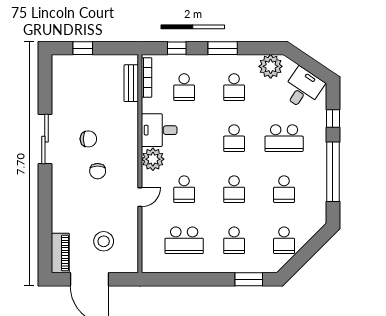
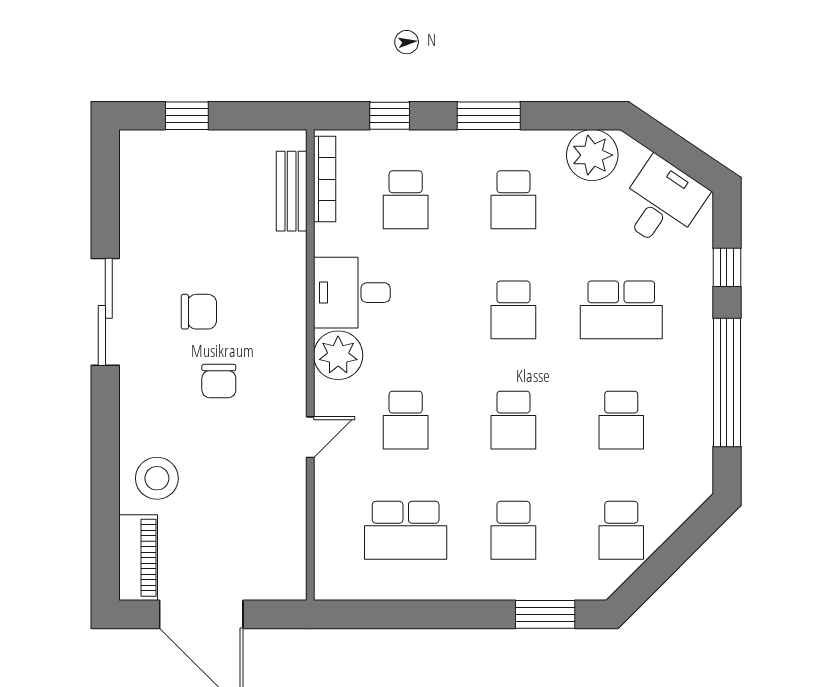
stool: (104, 241) -> (157, 478), moved

